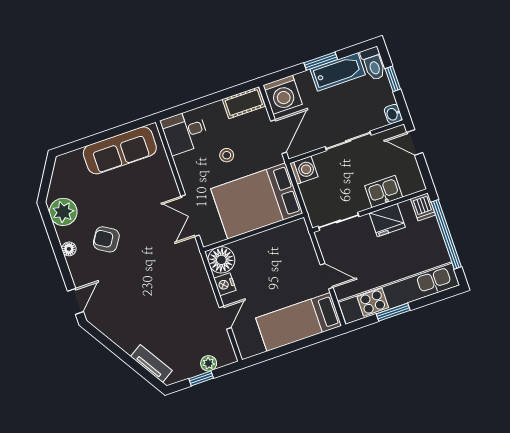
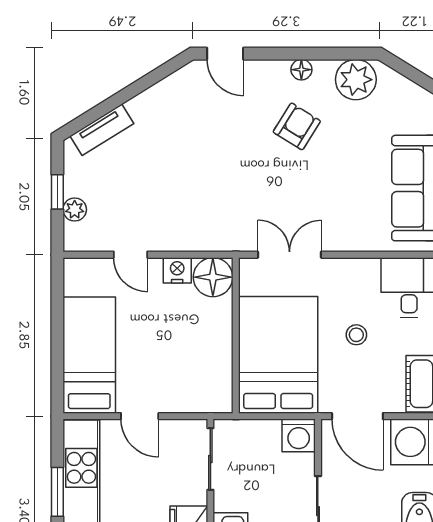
door: (327, 276) -> (140, 416), hinge flipped

